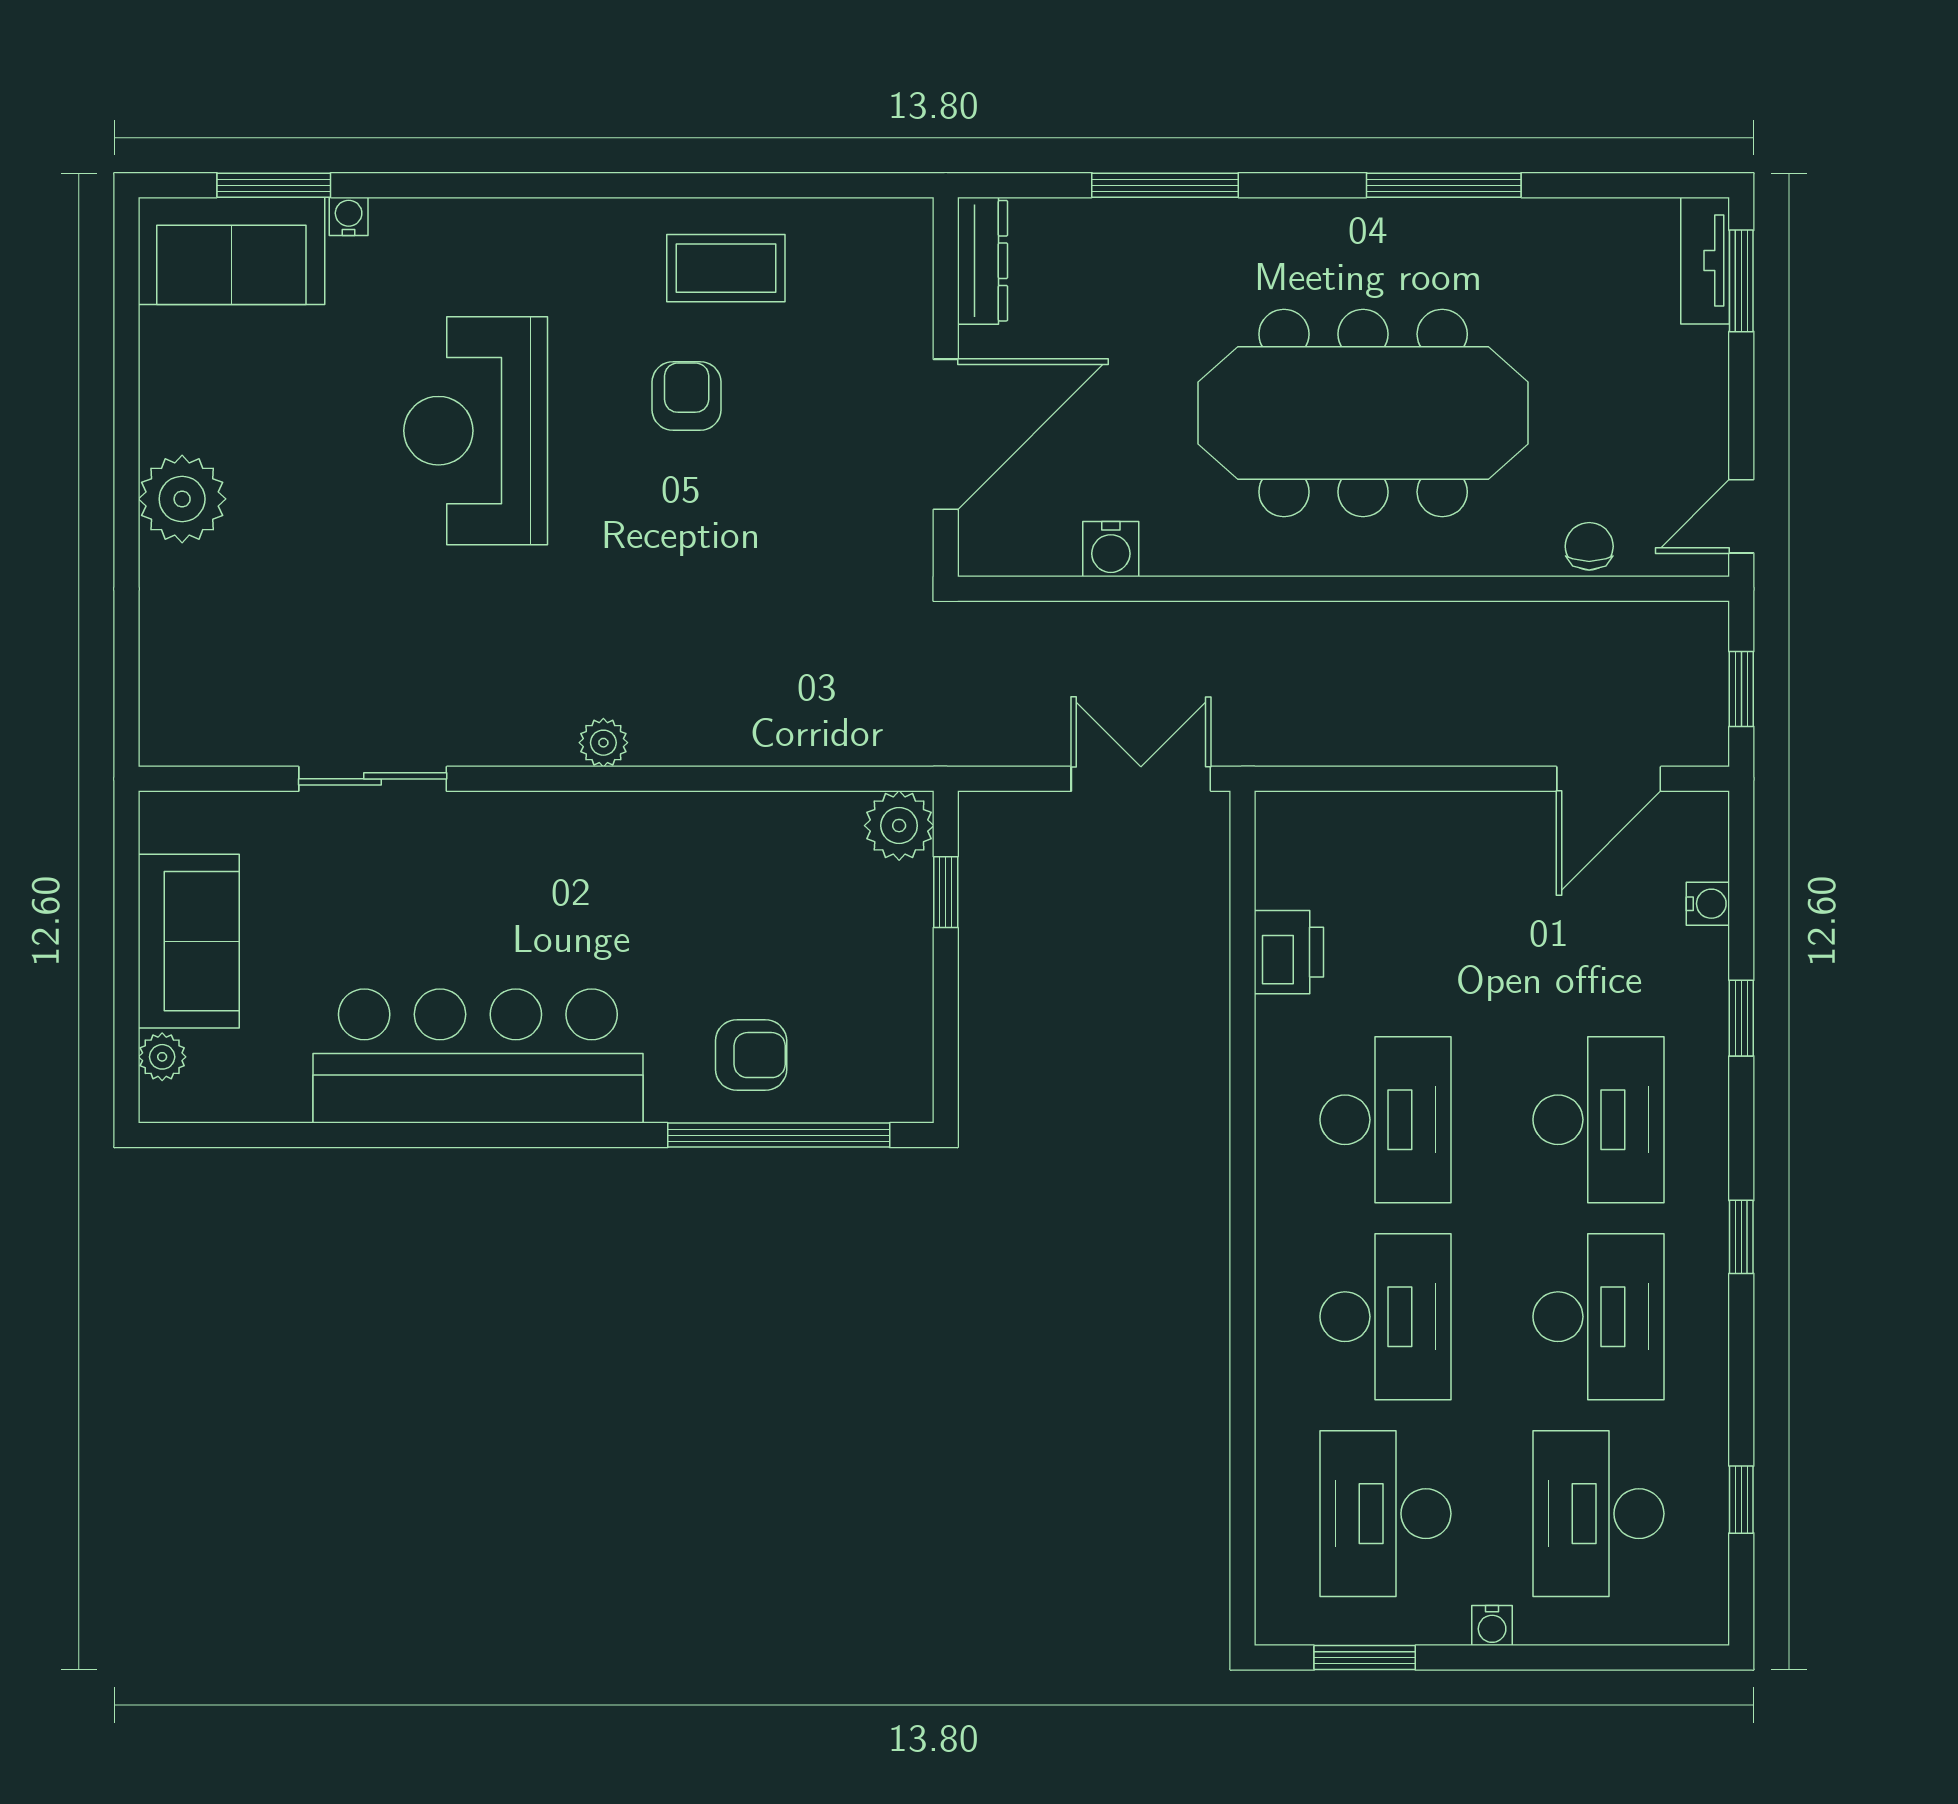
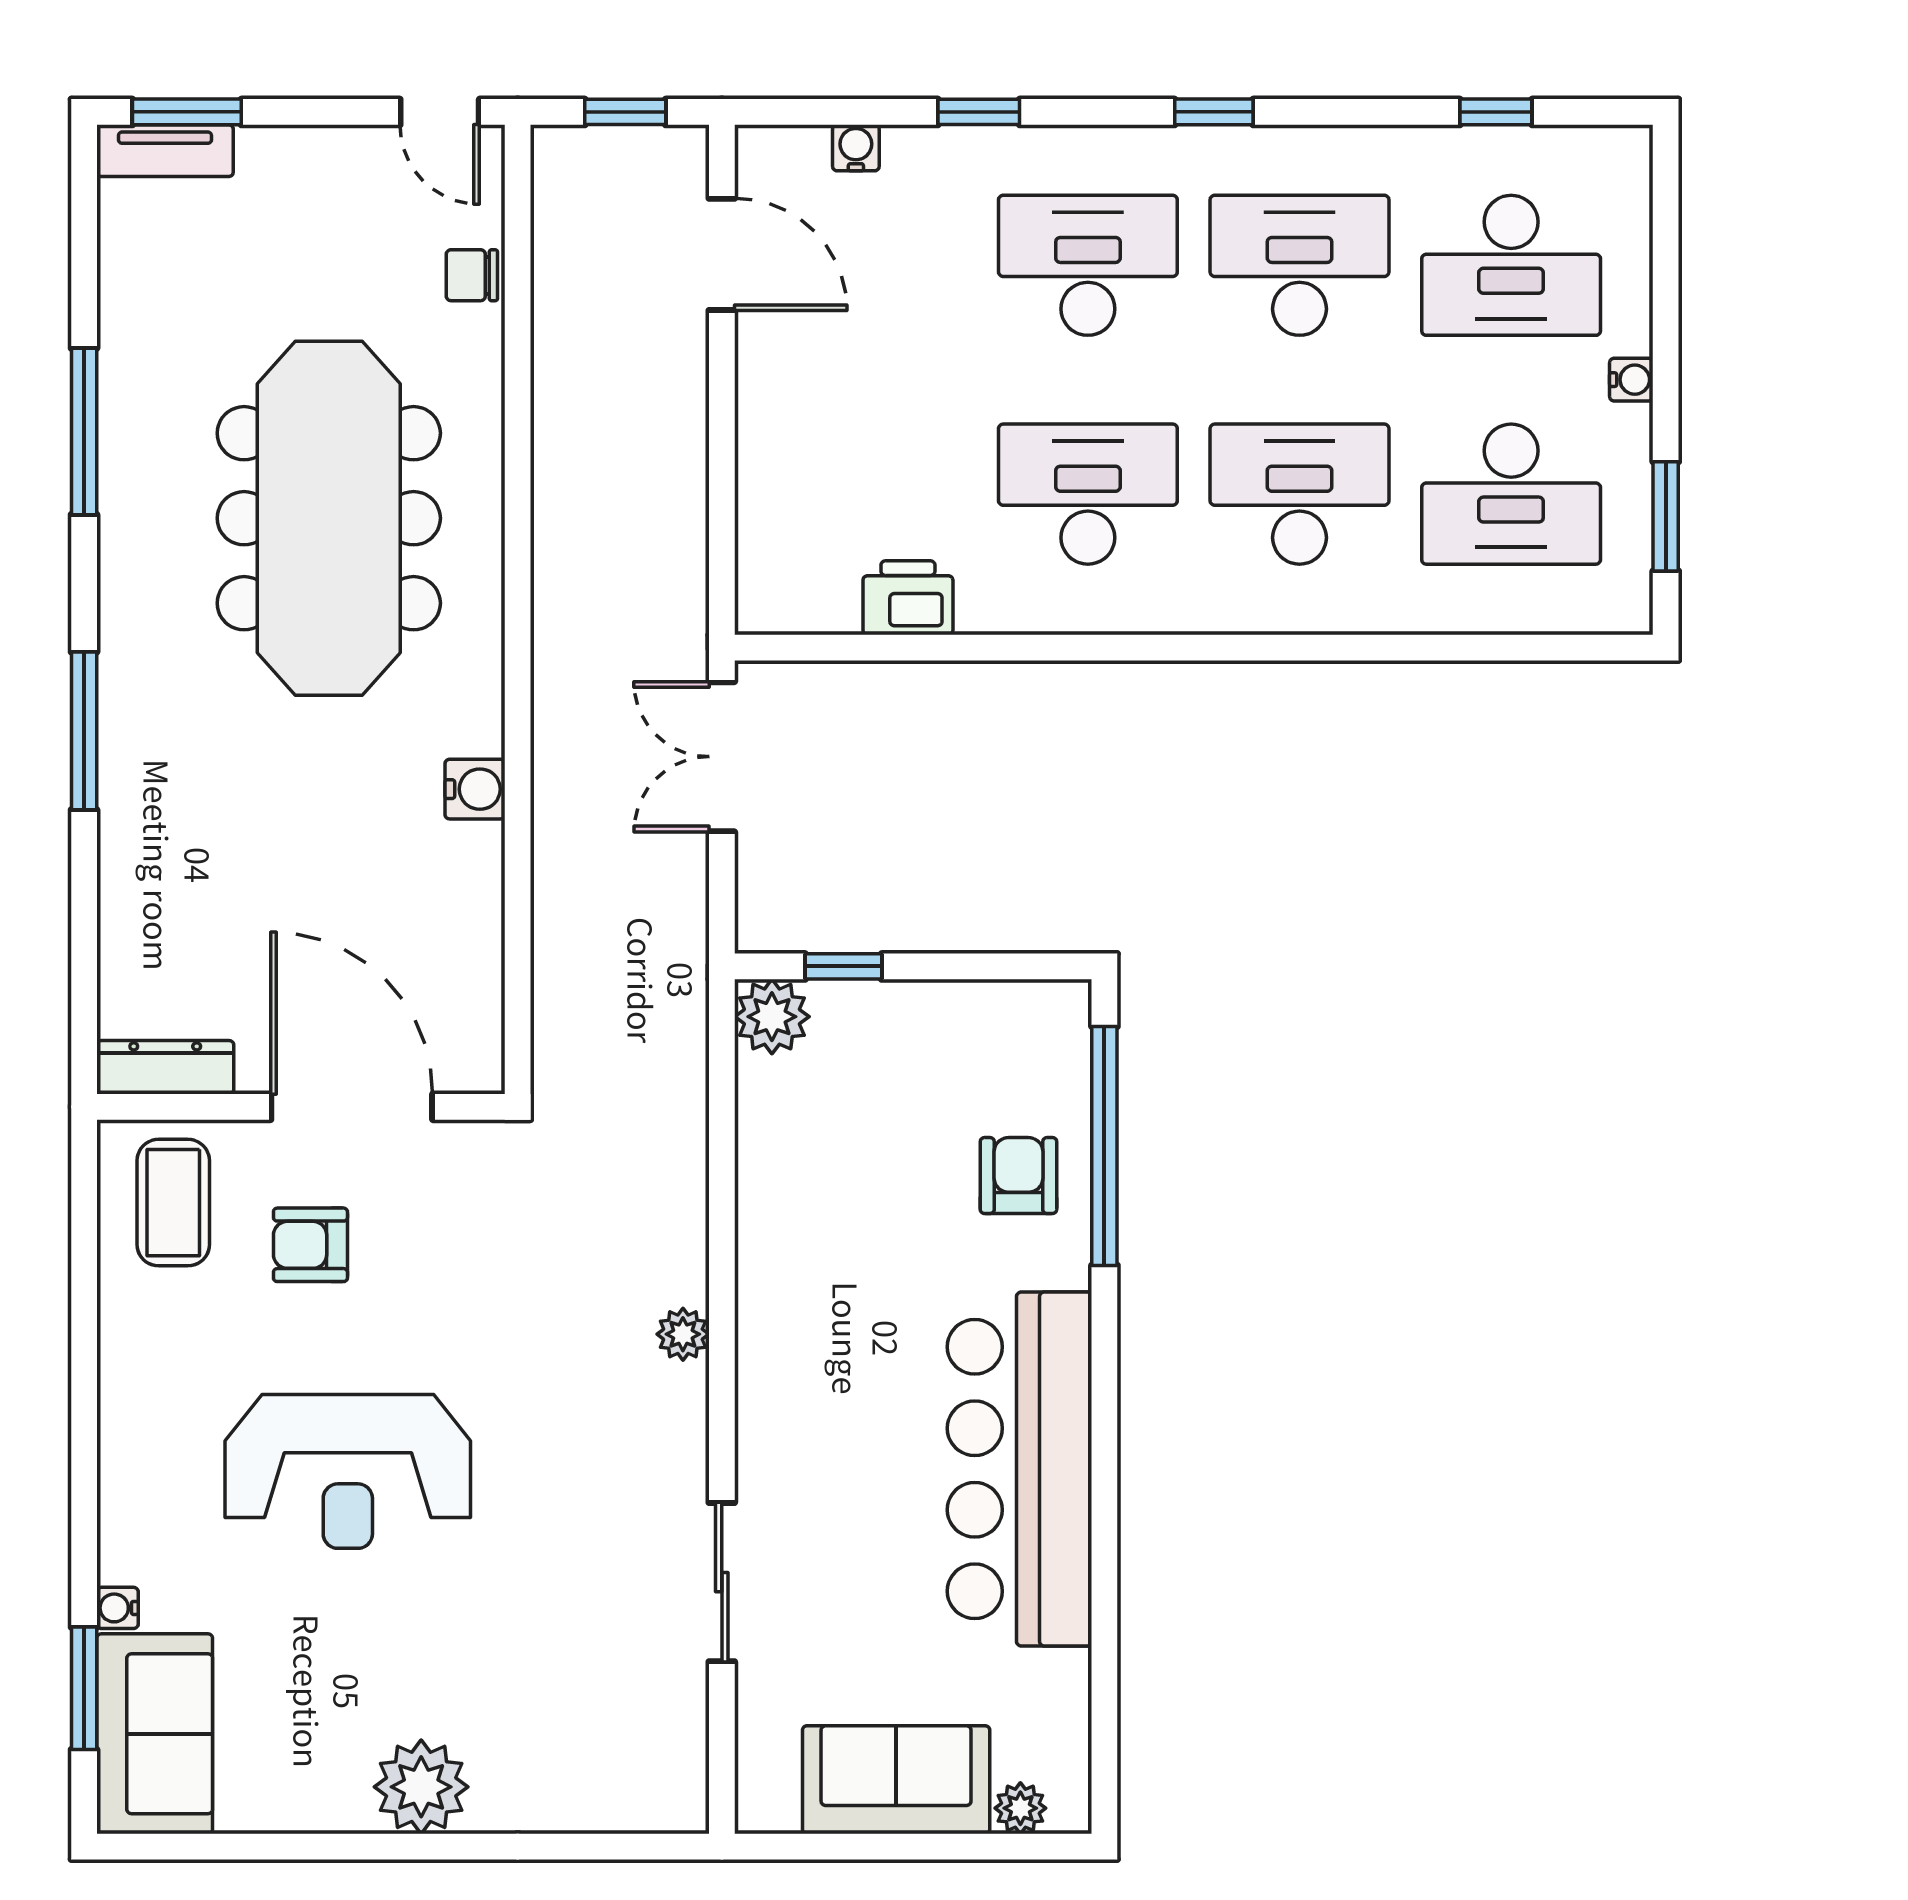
dresser: (983, 261) -> (165, 1067), moved
wall: (946, 387) -> (301, 1107), moved
door: (946, 434) -> (352, 1107), moved

